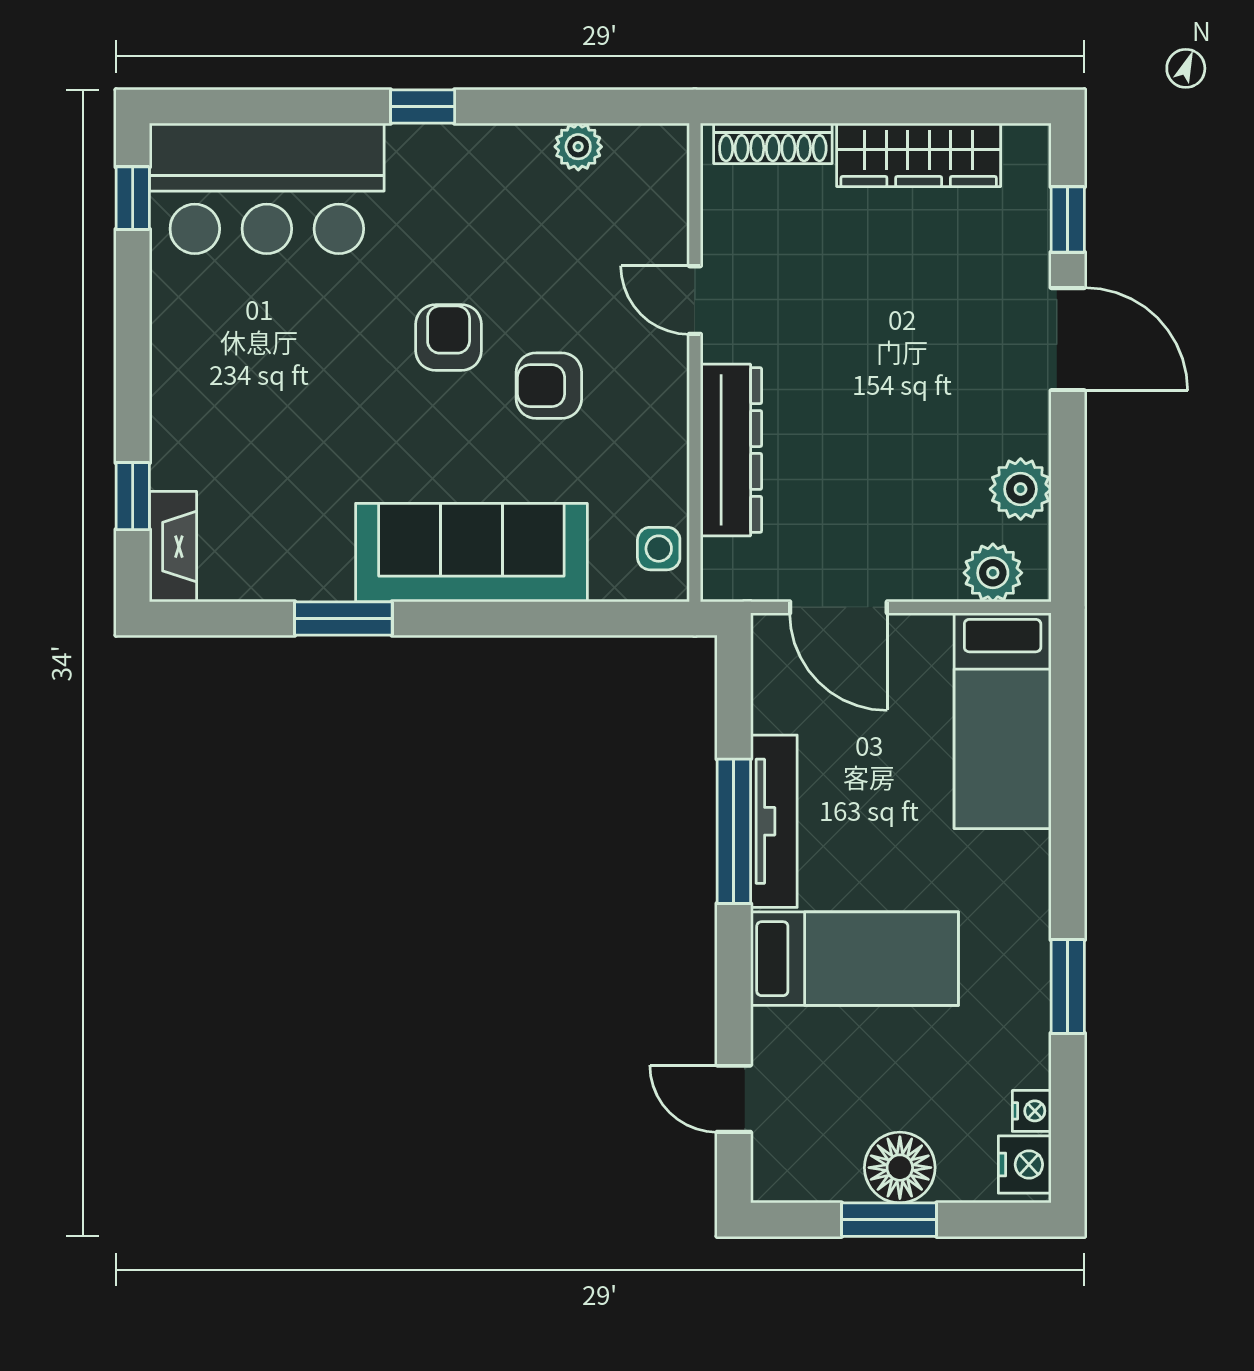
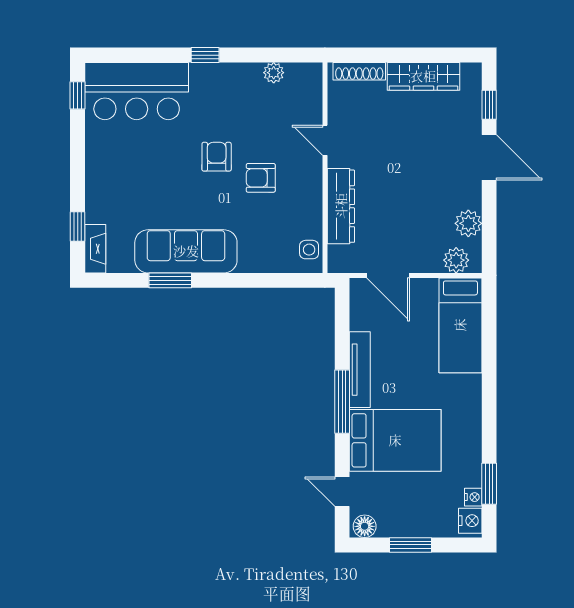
sofa: (471, 553) -> (186, 251), moved
window: (734, 831) -> (342, 402), moved
bed: (854, 959) -> (395, 440), width x1.50
window: (1068, 986) -> (489, 484), moved
floor lamp: (900, 1168) -> (365, 526), moved, width x0.73, depth x0.73

